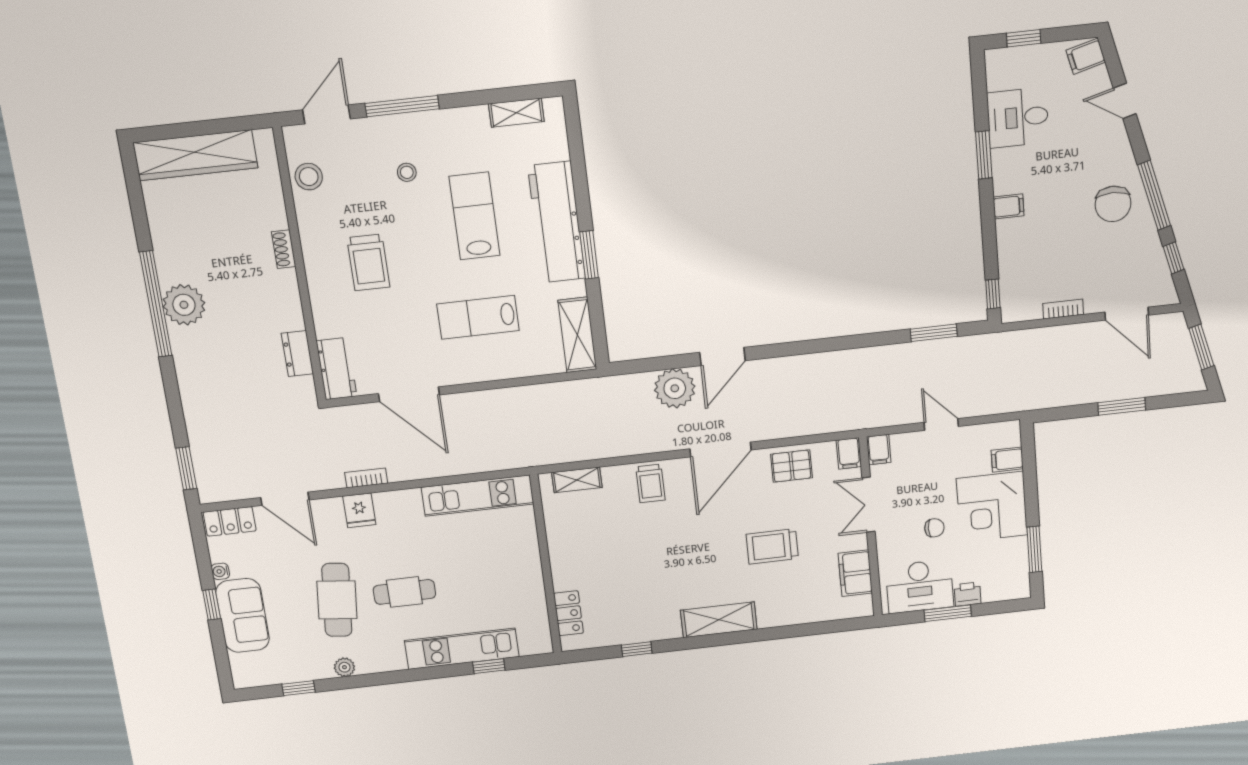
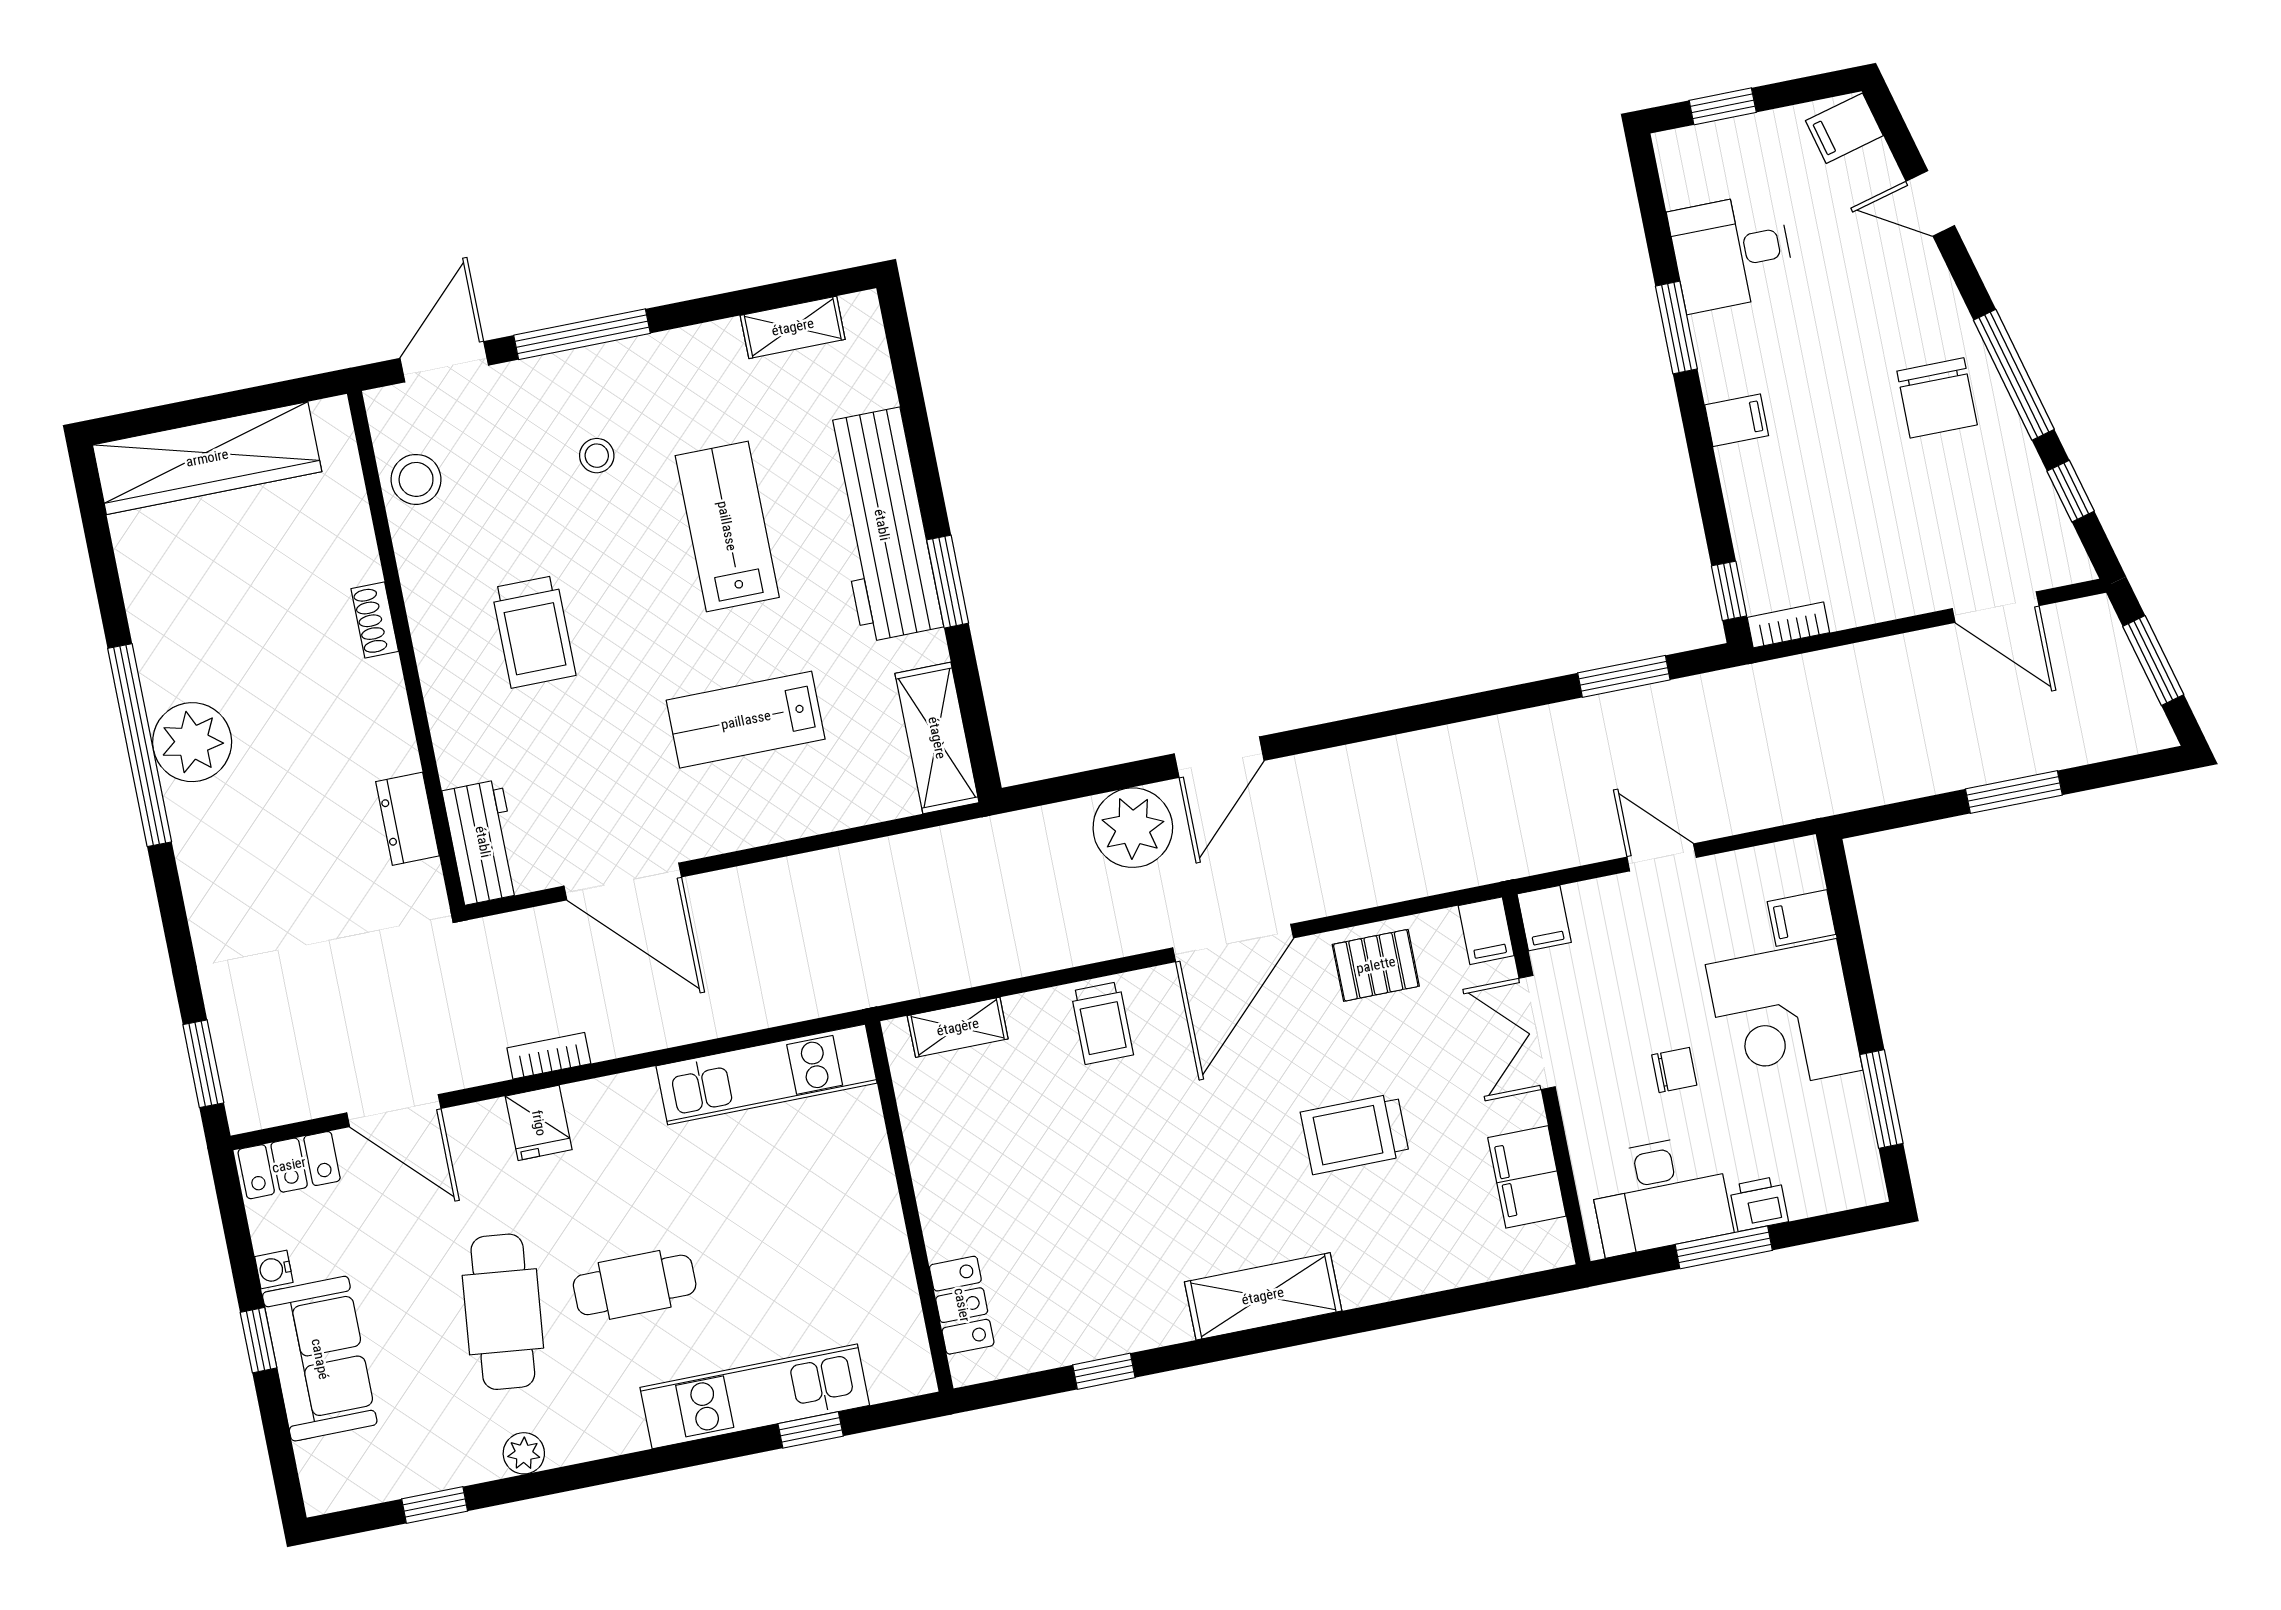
bookcase: (1063, 309) -> (1788, 625), moved

